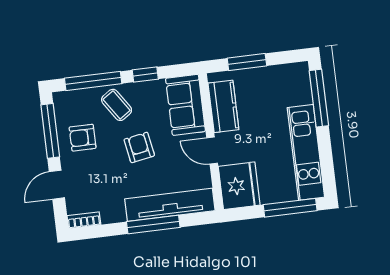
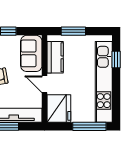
window: (319, 98) -> (116, 59), width x0.46
kitchen unit: (306, 152) -> (104, 82), width x1.36

